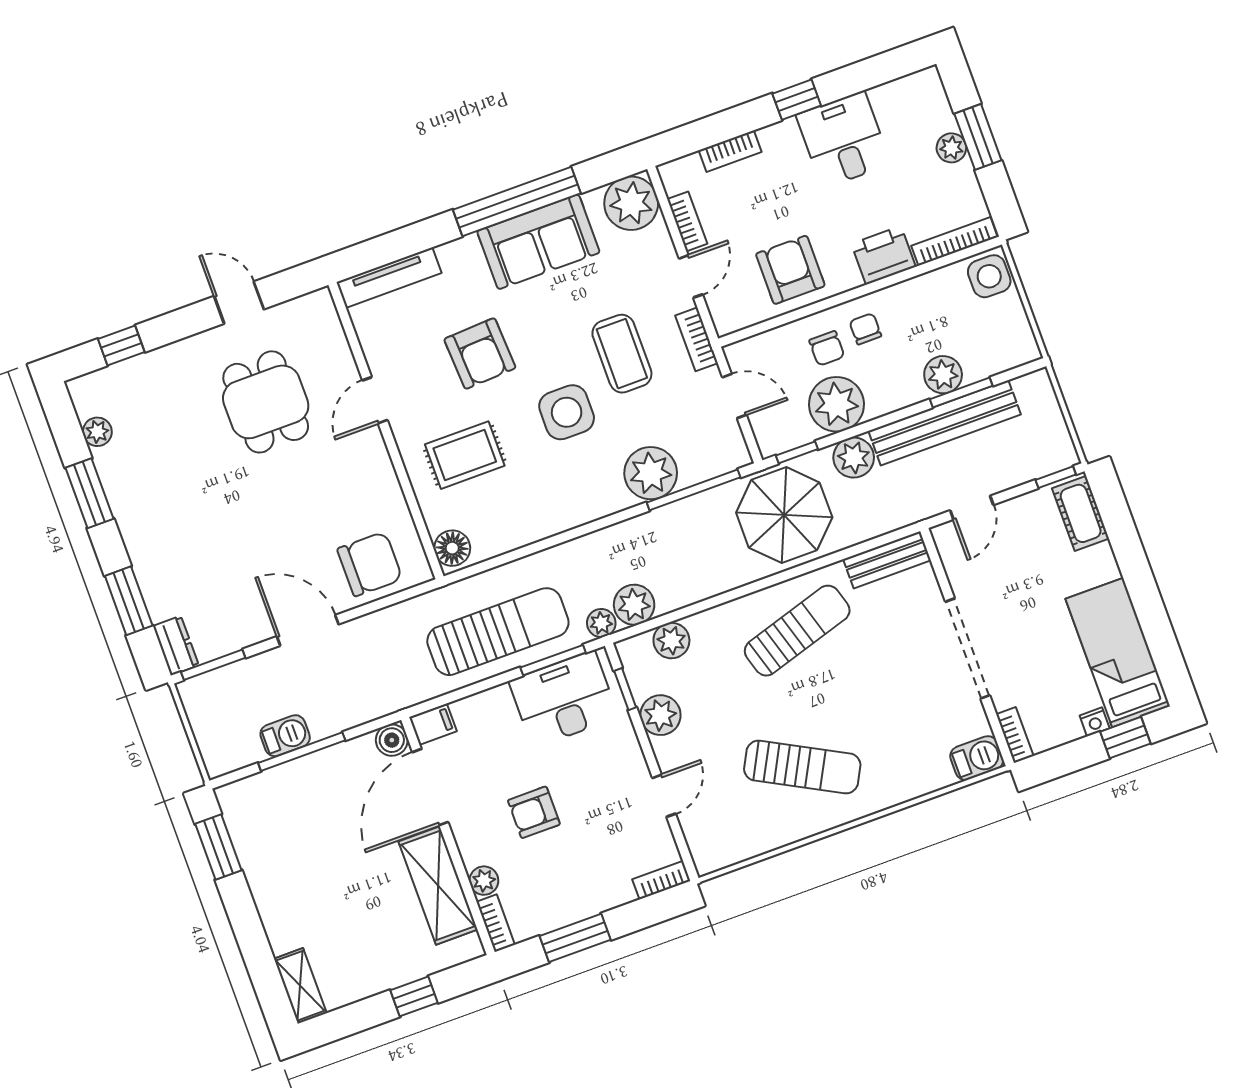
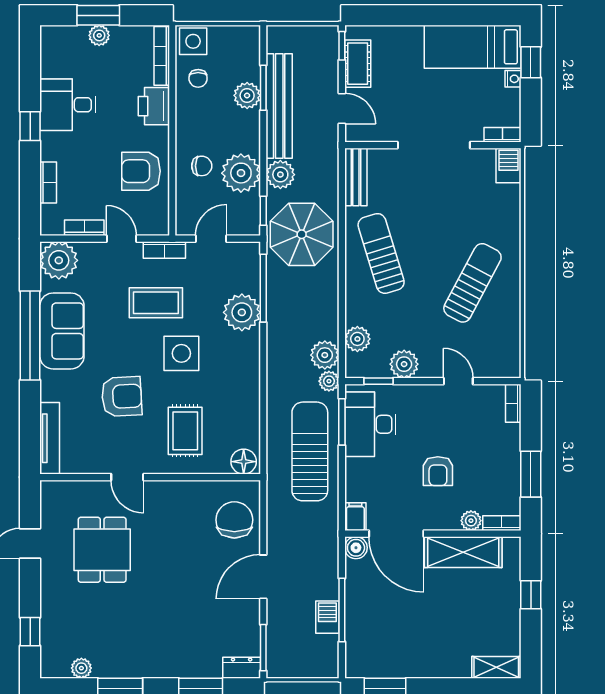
chair: (865, 329) -> (198, 78), moved, turned -90
dining table: (266, 402) -> (102, 550), turned 90
cot: (1081, 513) -> (358, 64), moved, turned 90

